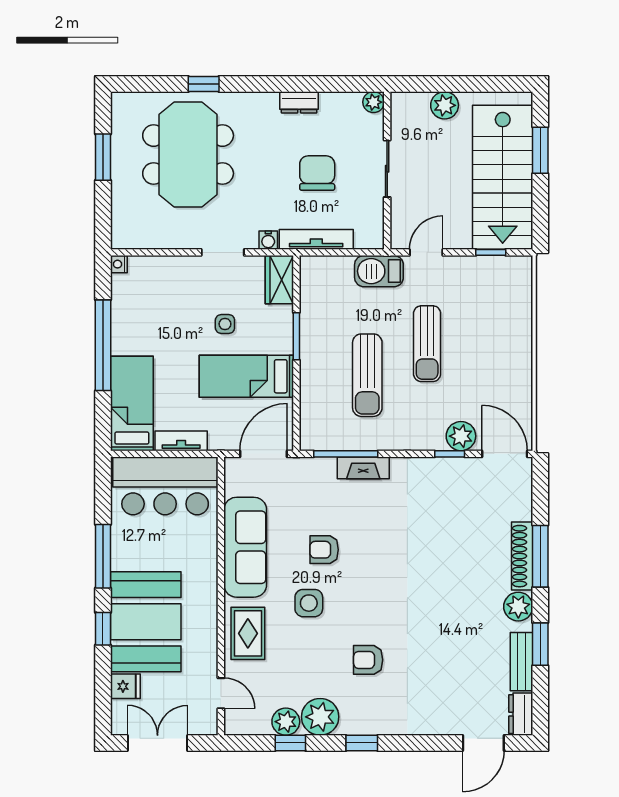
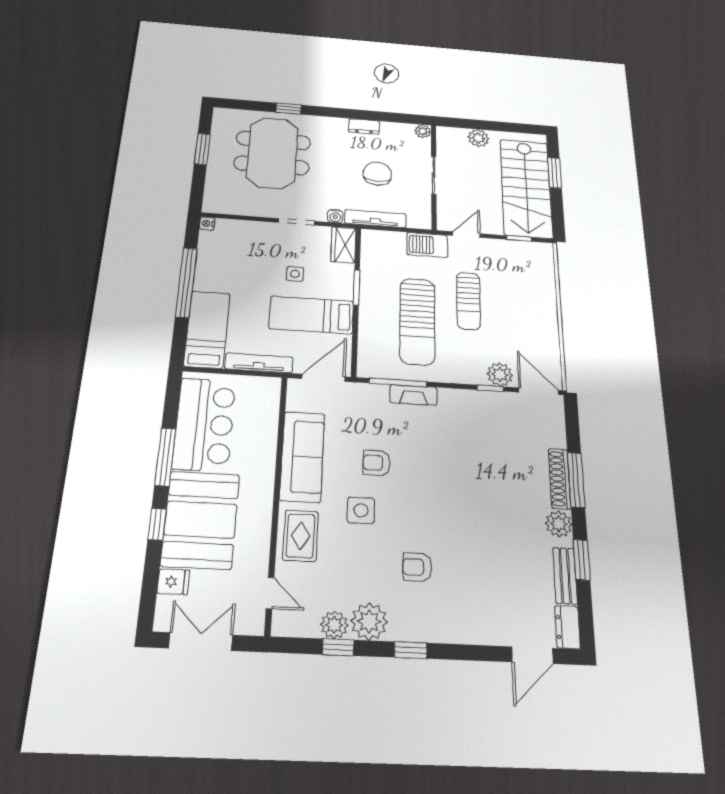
sun lounger: (367, 375) -> (417, 321), width x1.36, depth x1.34
tv unit: (181, 441) -> (259, 363), width x1.41
bar counter: (165, 486) -> (204, 424), moved, turned -90

